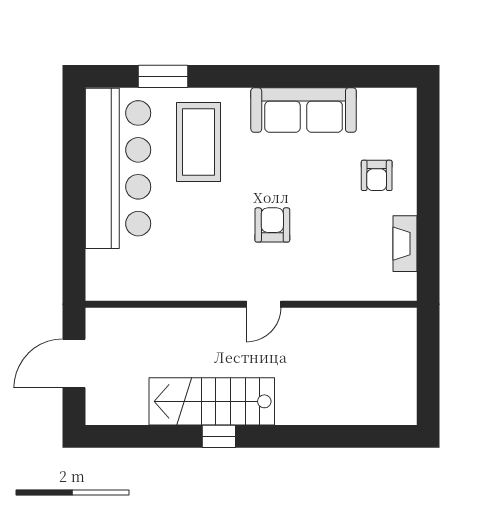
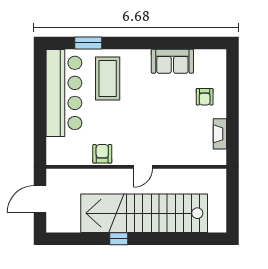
sofa: (304, 110) -> (172, 61), width x0.74
armchair: (272, 225) -> (102, 154), moved
stairs: (212, 401) -> (144, 213), width x1.86, depth x1.51

